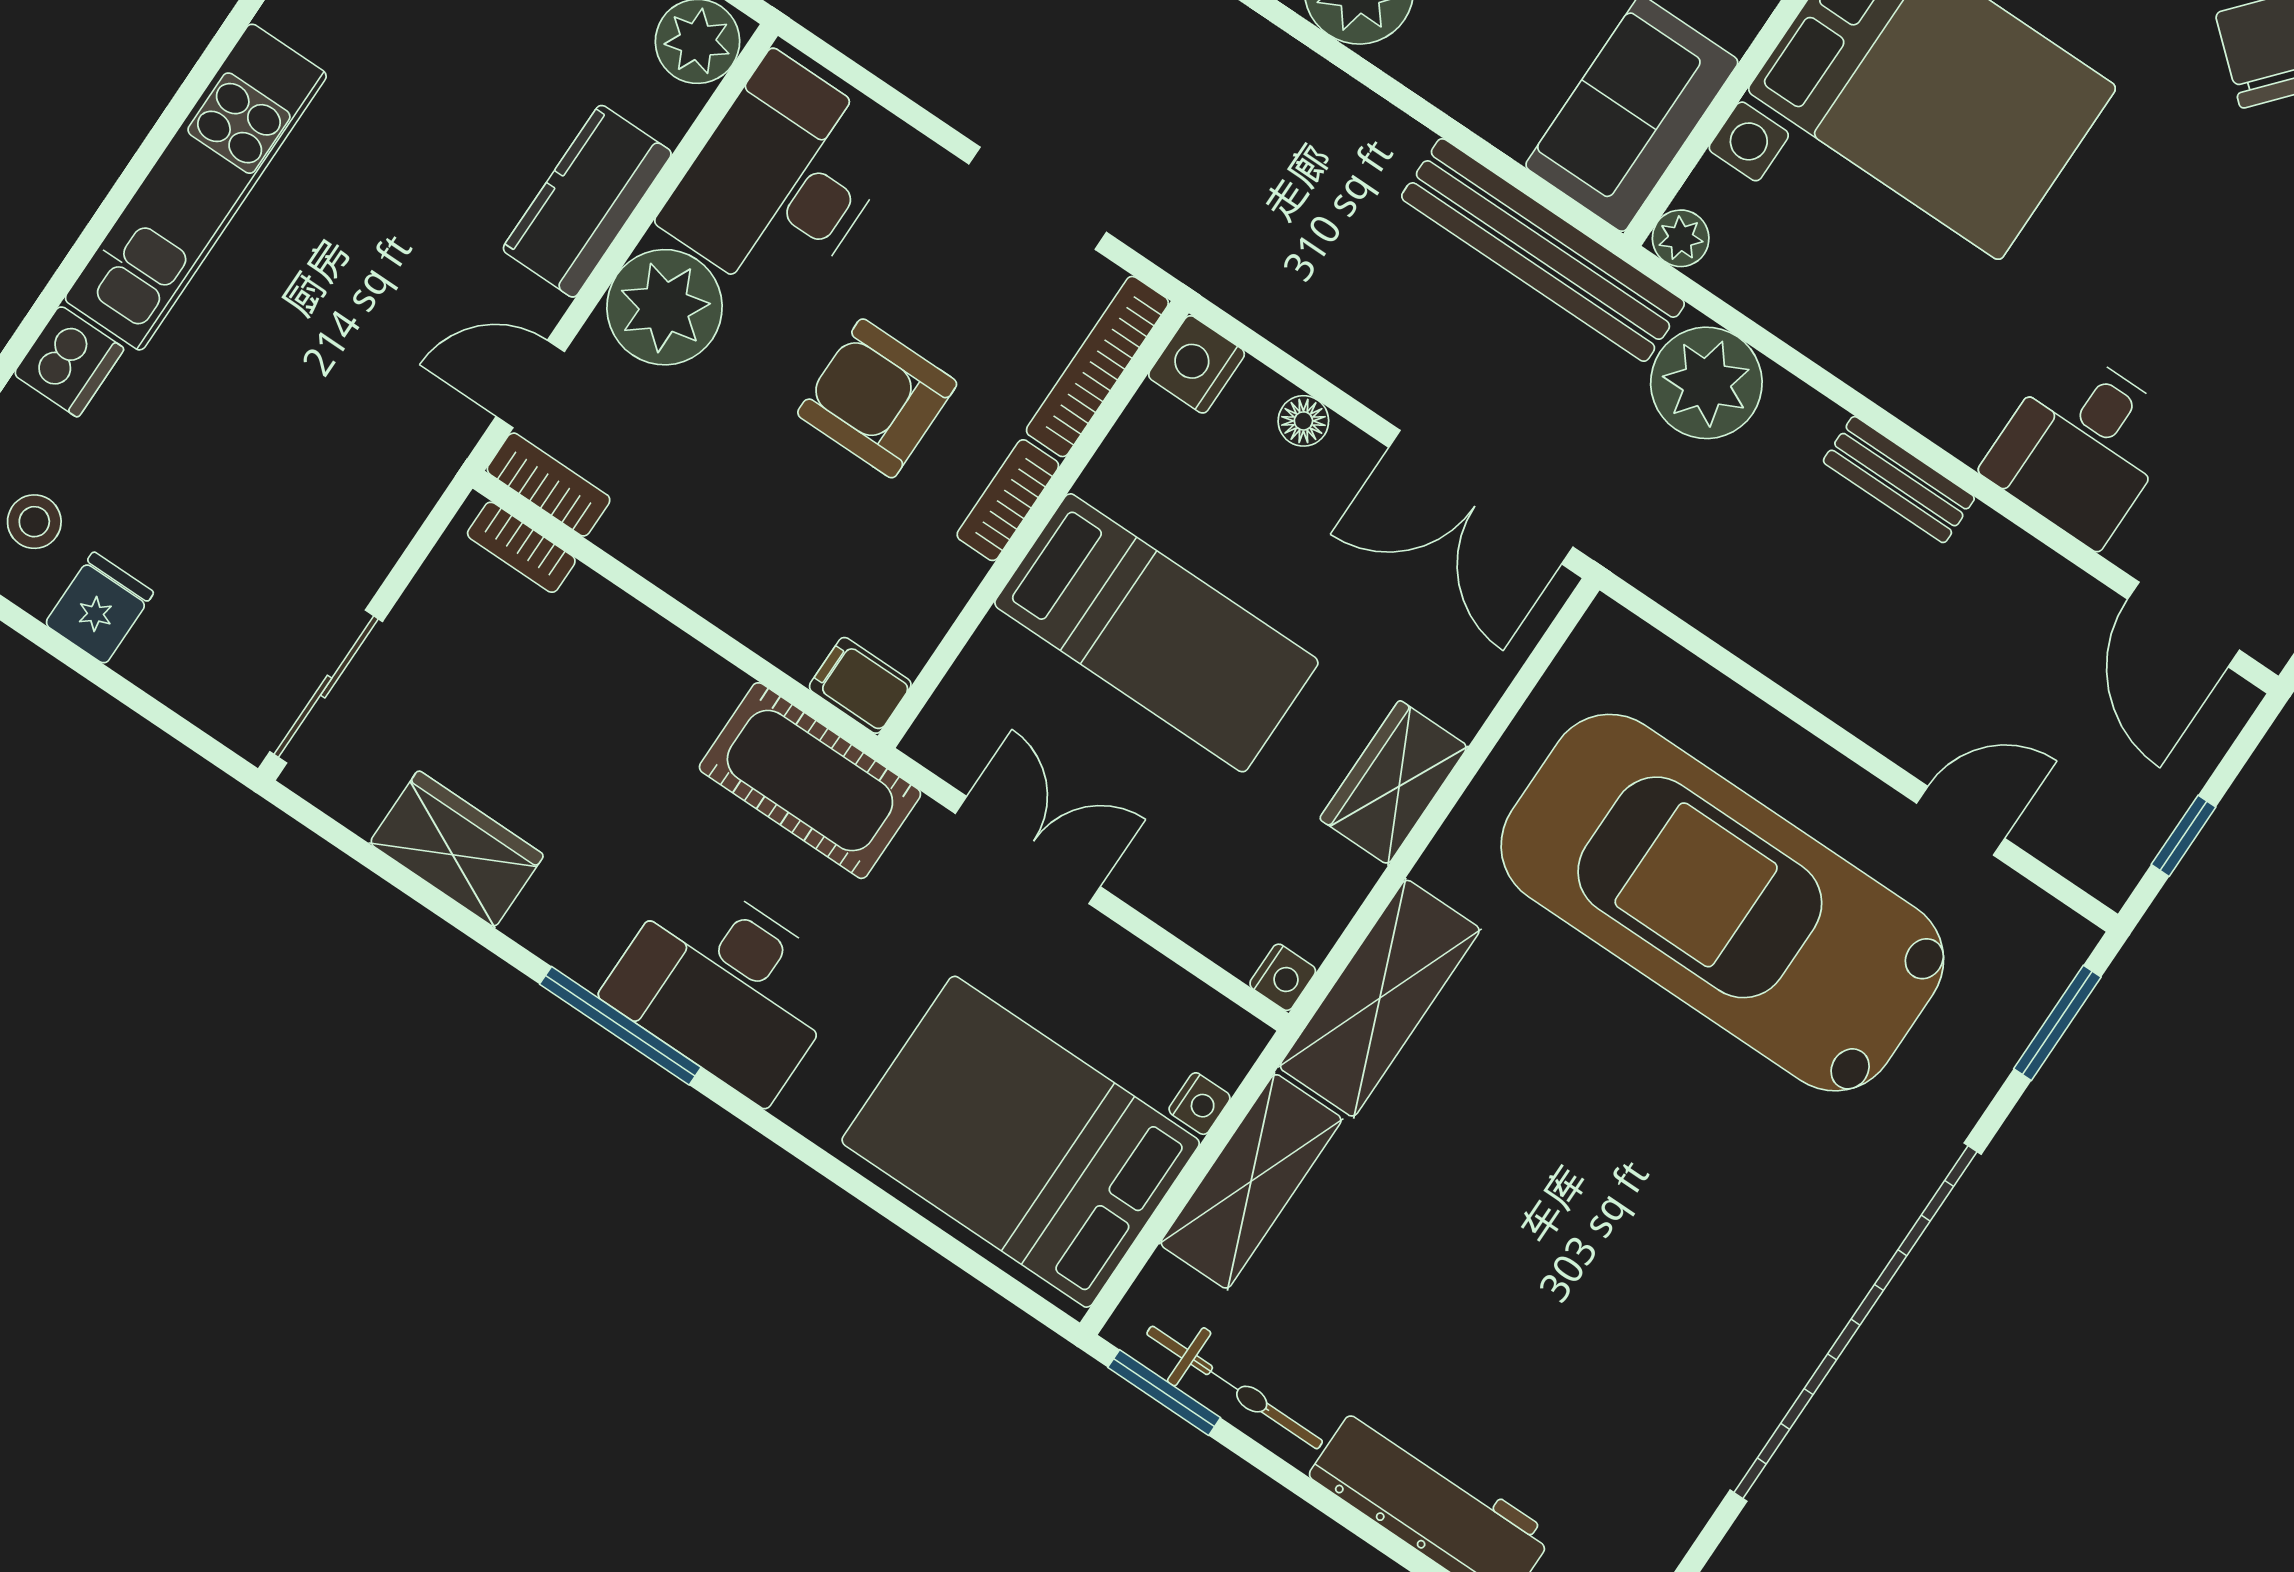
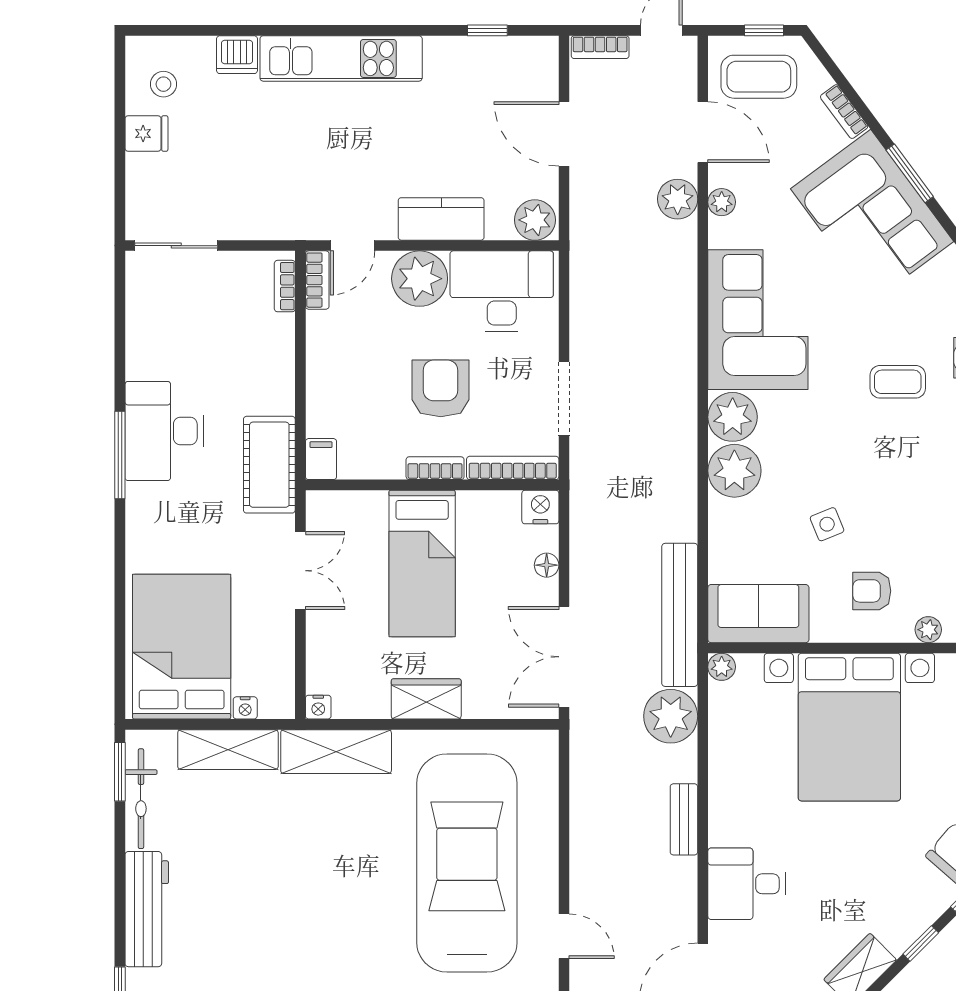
door: (530, 384) -> (353, 246), swing flipped
wardrobe: (457, 849) -> (146, 342), removed
desk: (726, 987) -> (164, 431), moved

